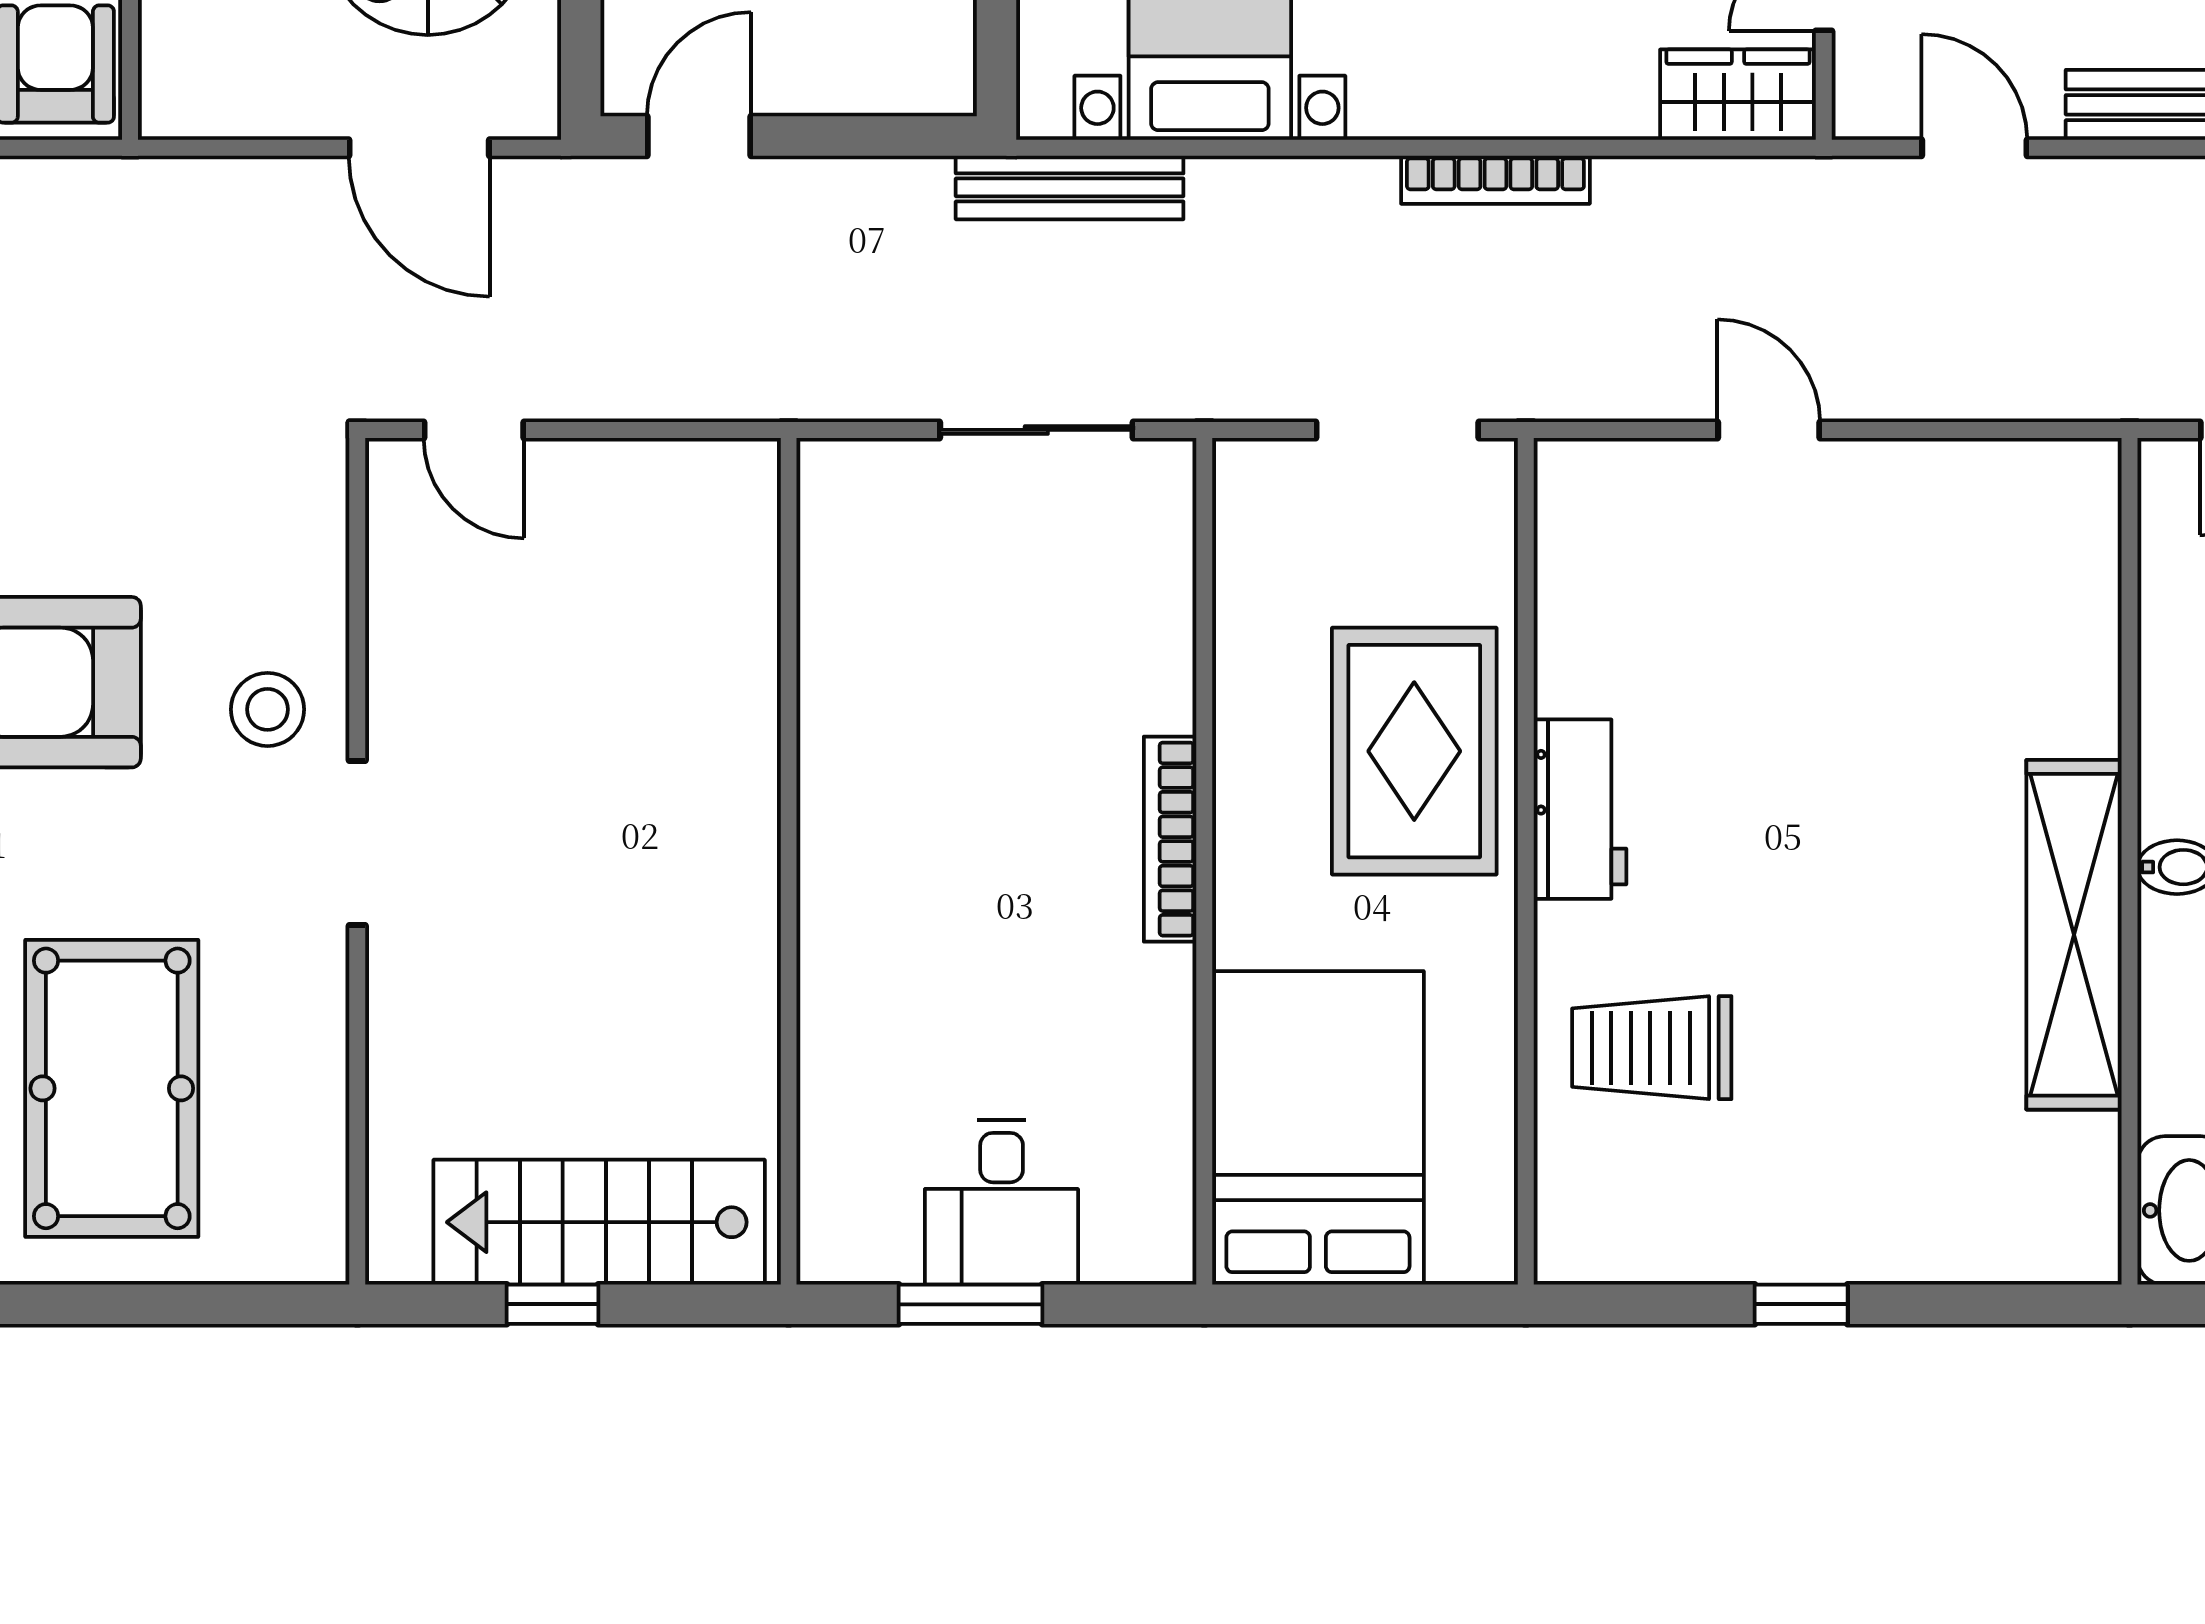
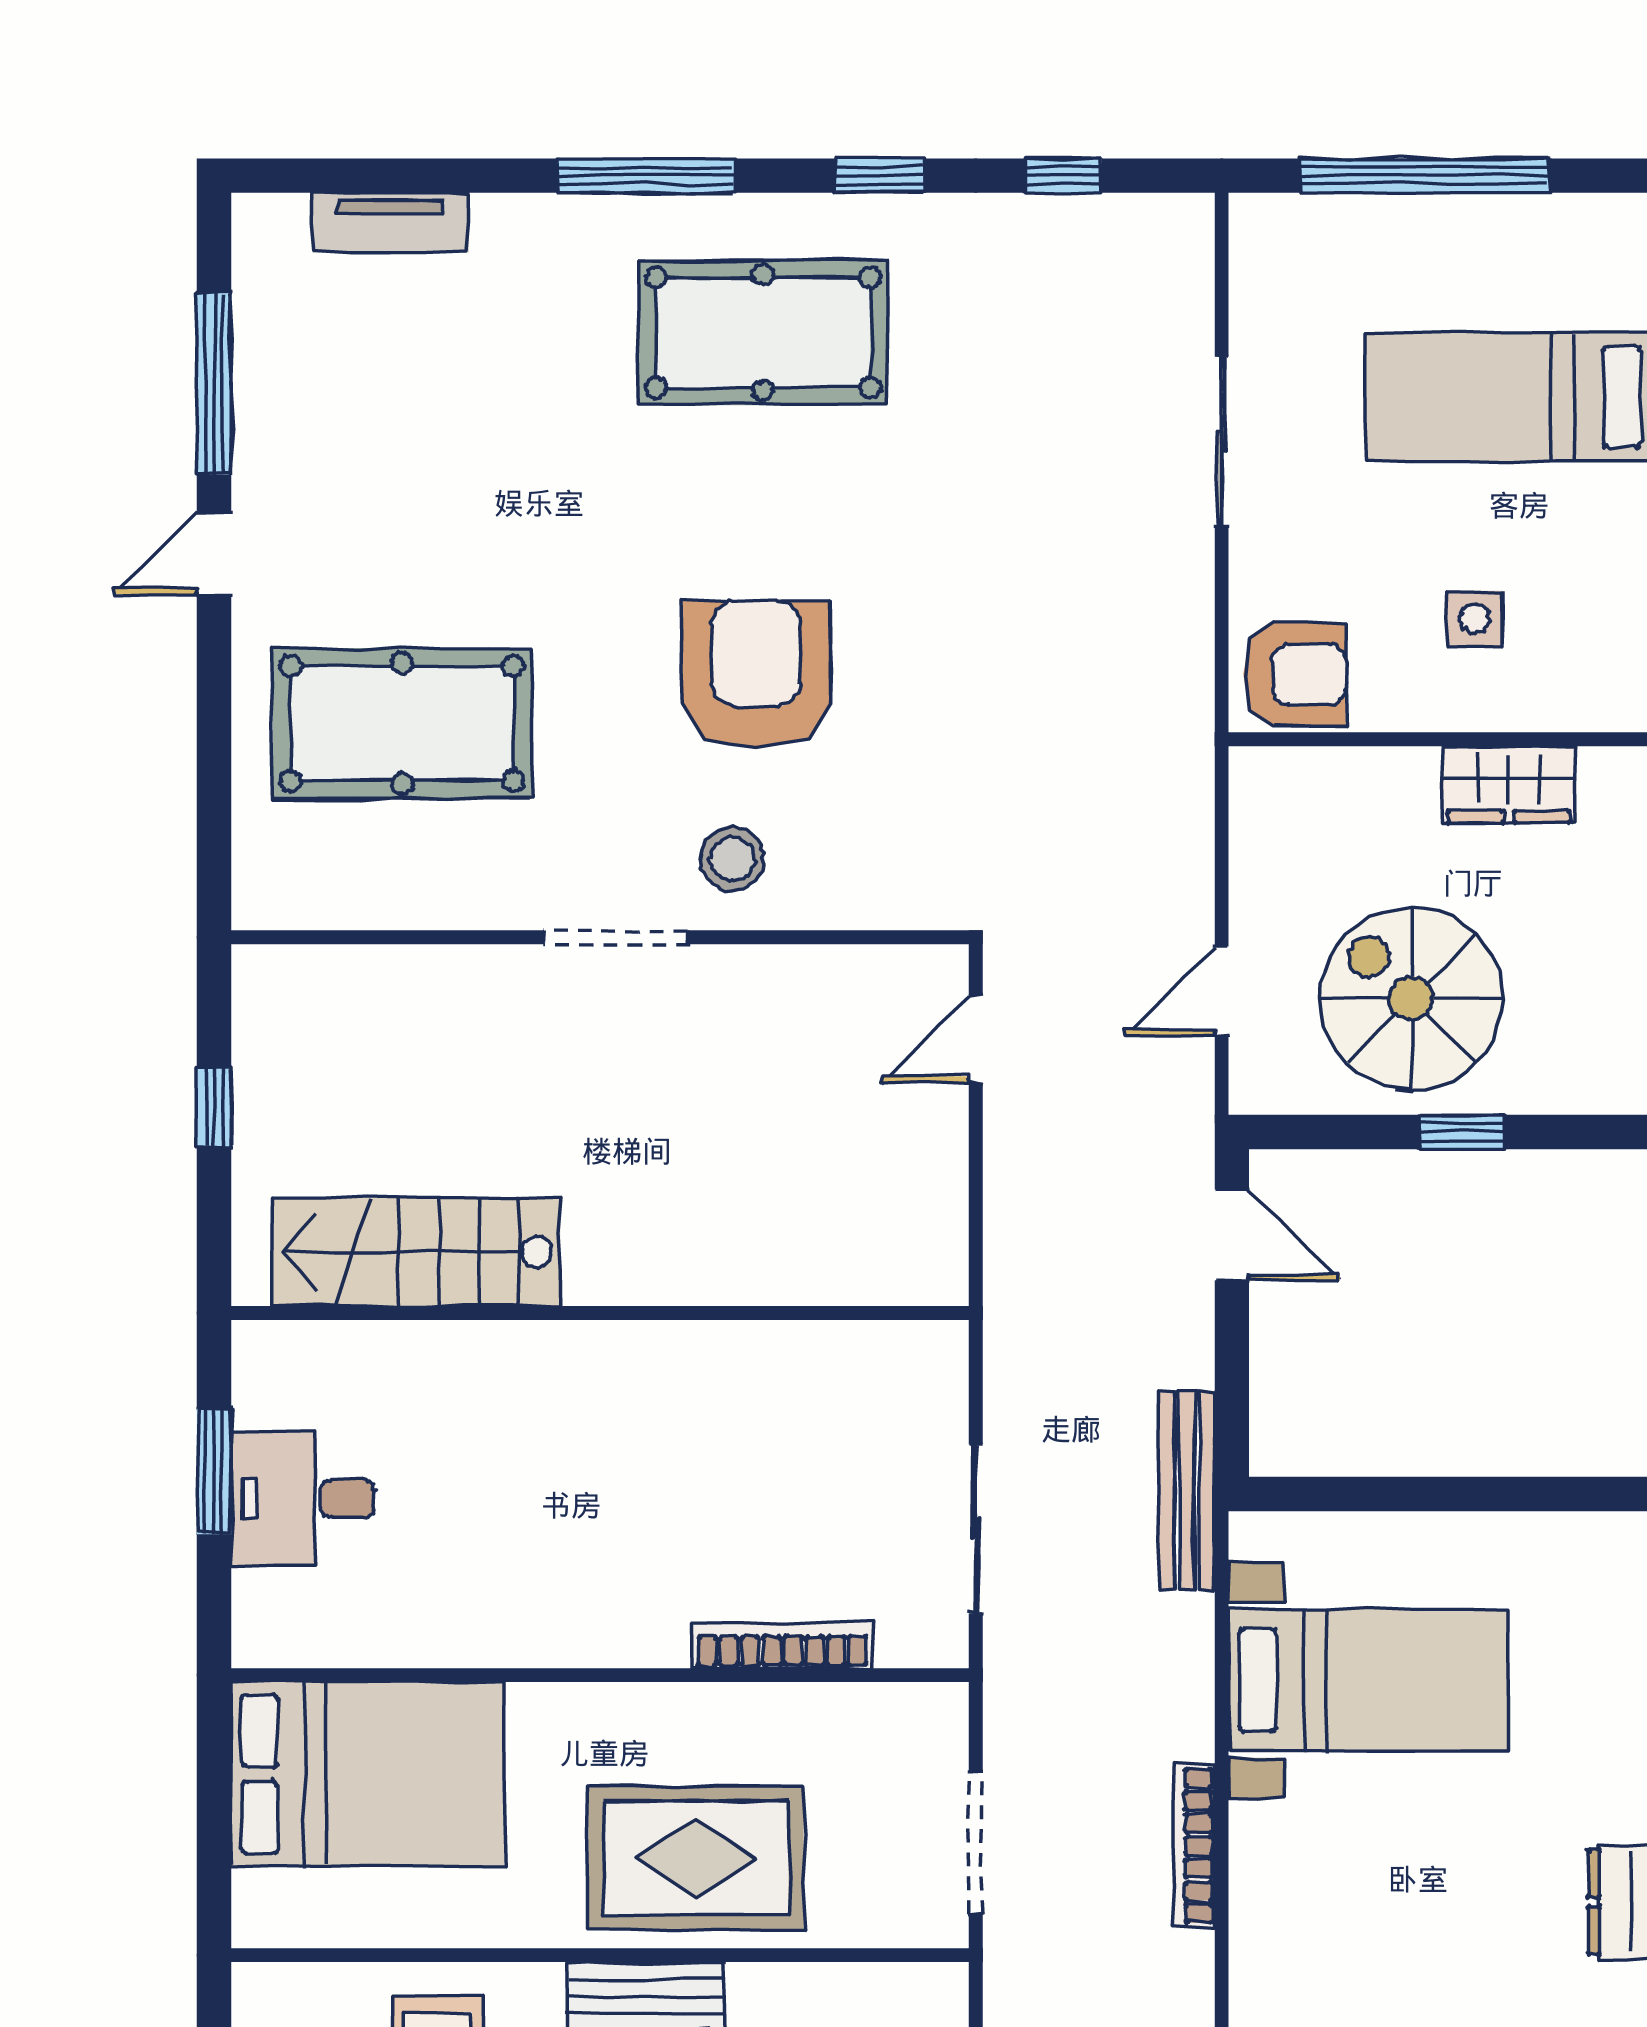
door: (419, 148) -> (1222, 991), width x0.73
bookcase: (1495, 180) -> (1194, 1846), moved
bench: (1070, 187) -> (1187, 1491), moved
bookcase: (1170, 839) -> (783, 1645), moved
stairs: (599, 1222) -> (416, 1252), moved, turned -90

